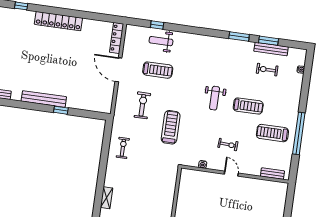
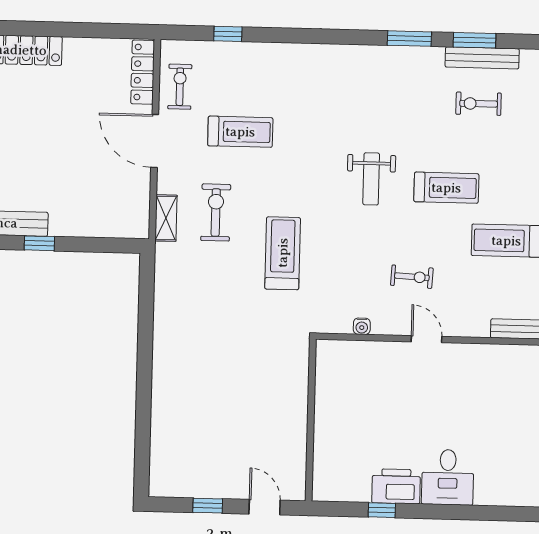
weight bench: (161, 41) -> (240, 68), removed
exercise bike: (123, 148) -> (180, 87), moved
shelving: (107, 198) -> (166, 218), moved

